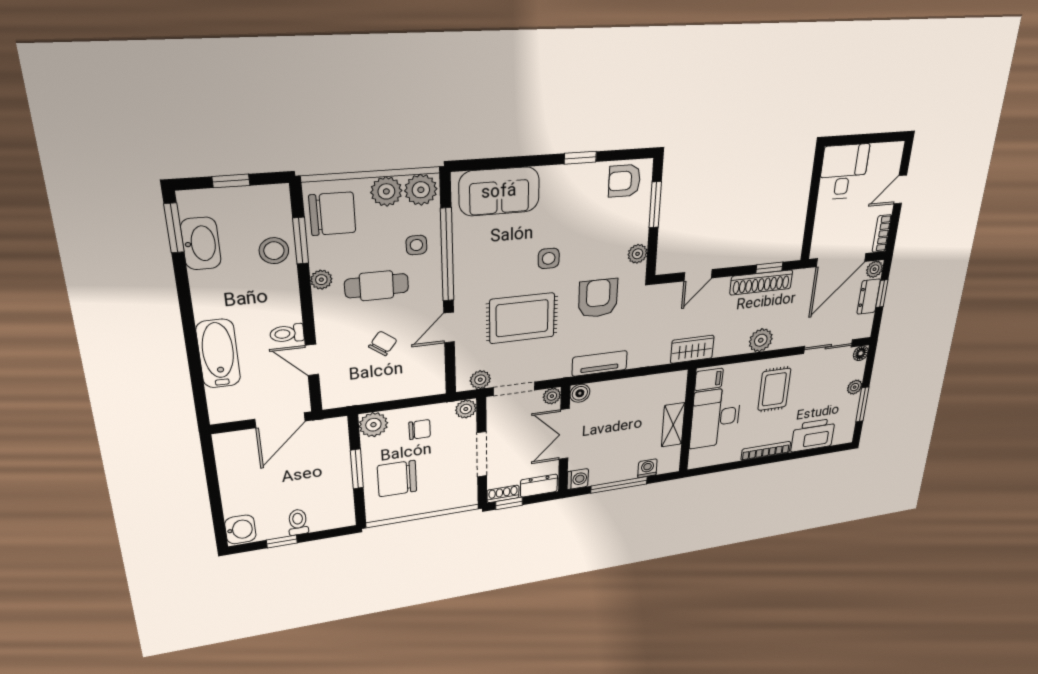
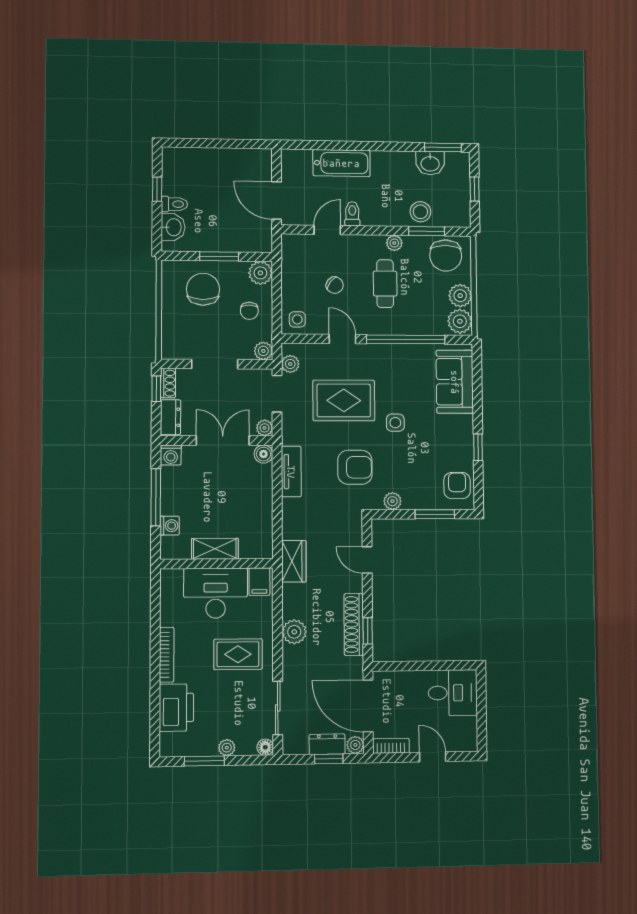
washbasin: (201, 244) -> (430, 163), width x0.72
side table: (416, 245) -> (297, 319), moved
rug: (522, 318) -> (344, 400), turned 90
washbasin: (240, 529) -> (173, 227), moved, turned -90

